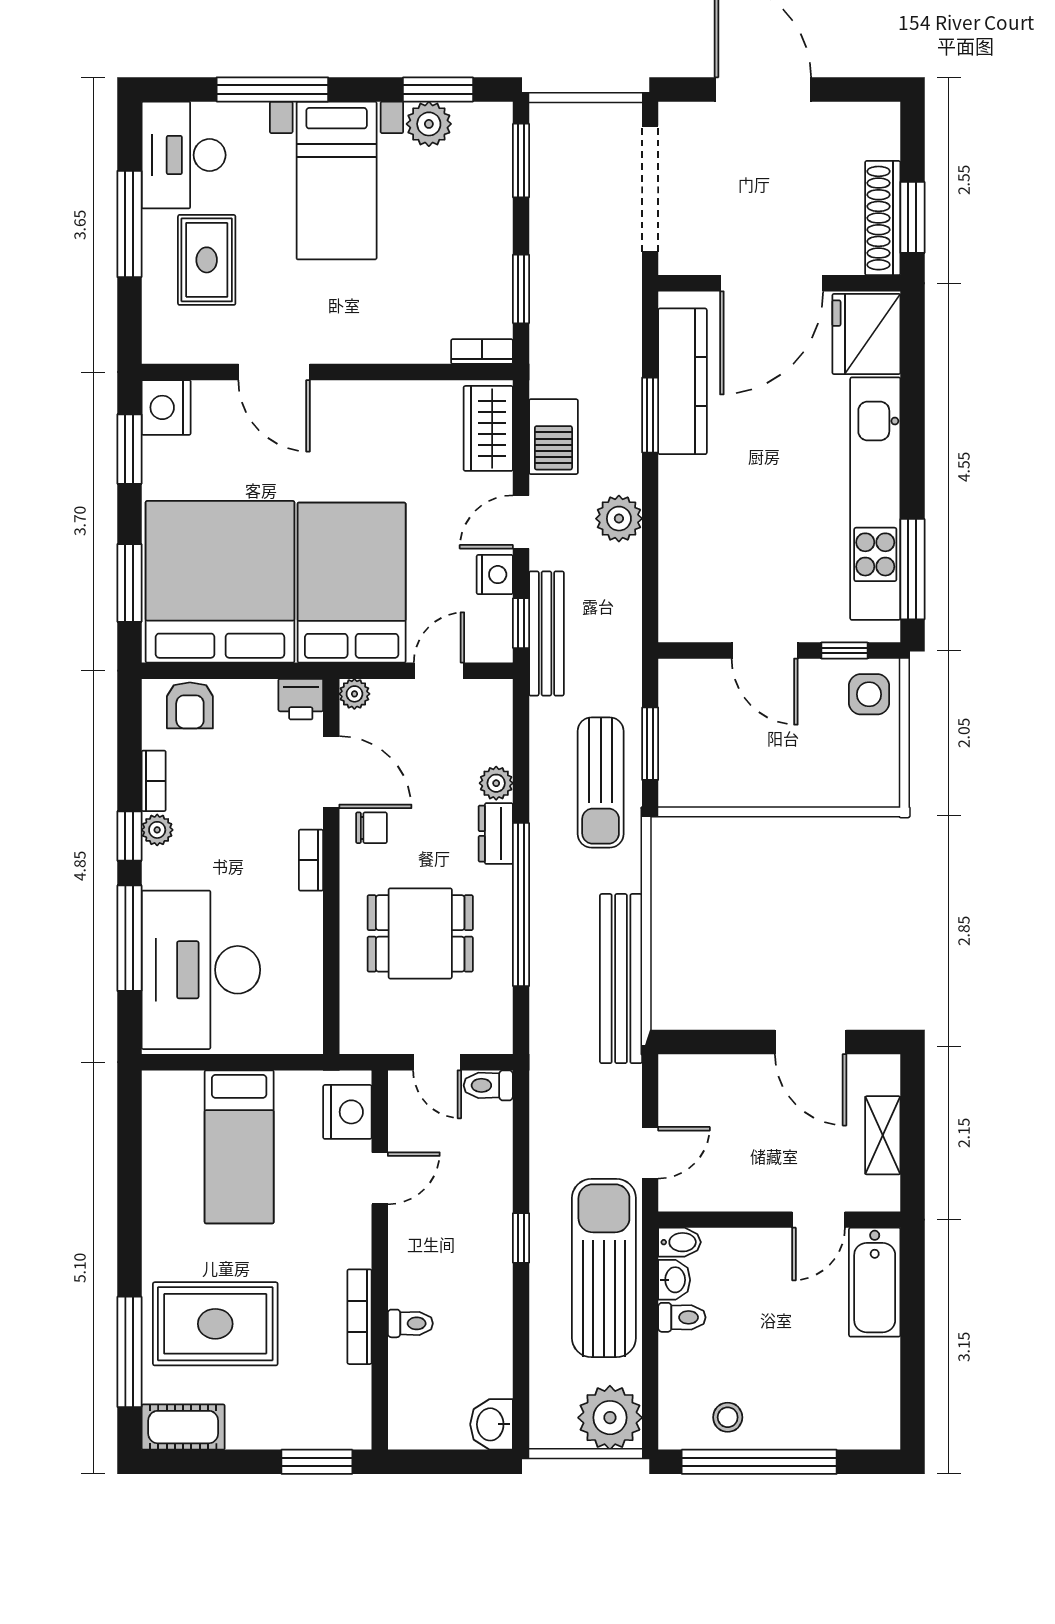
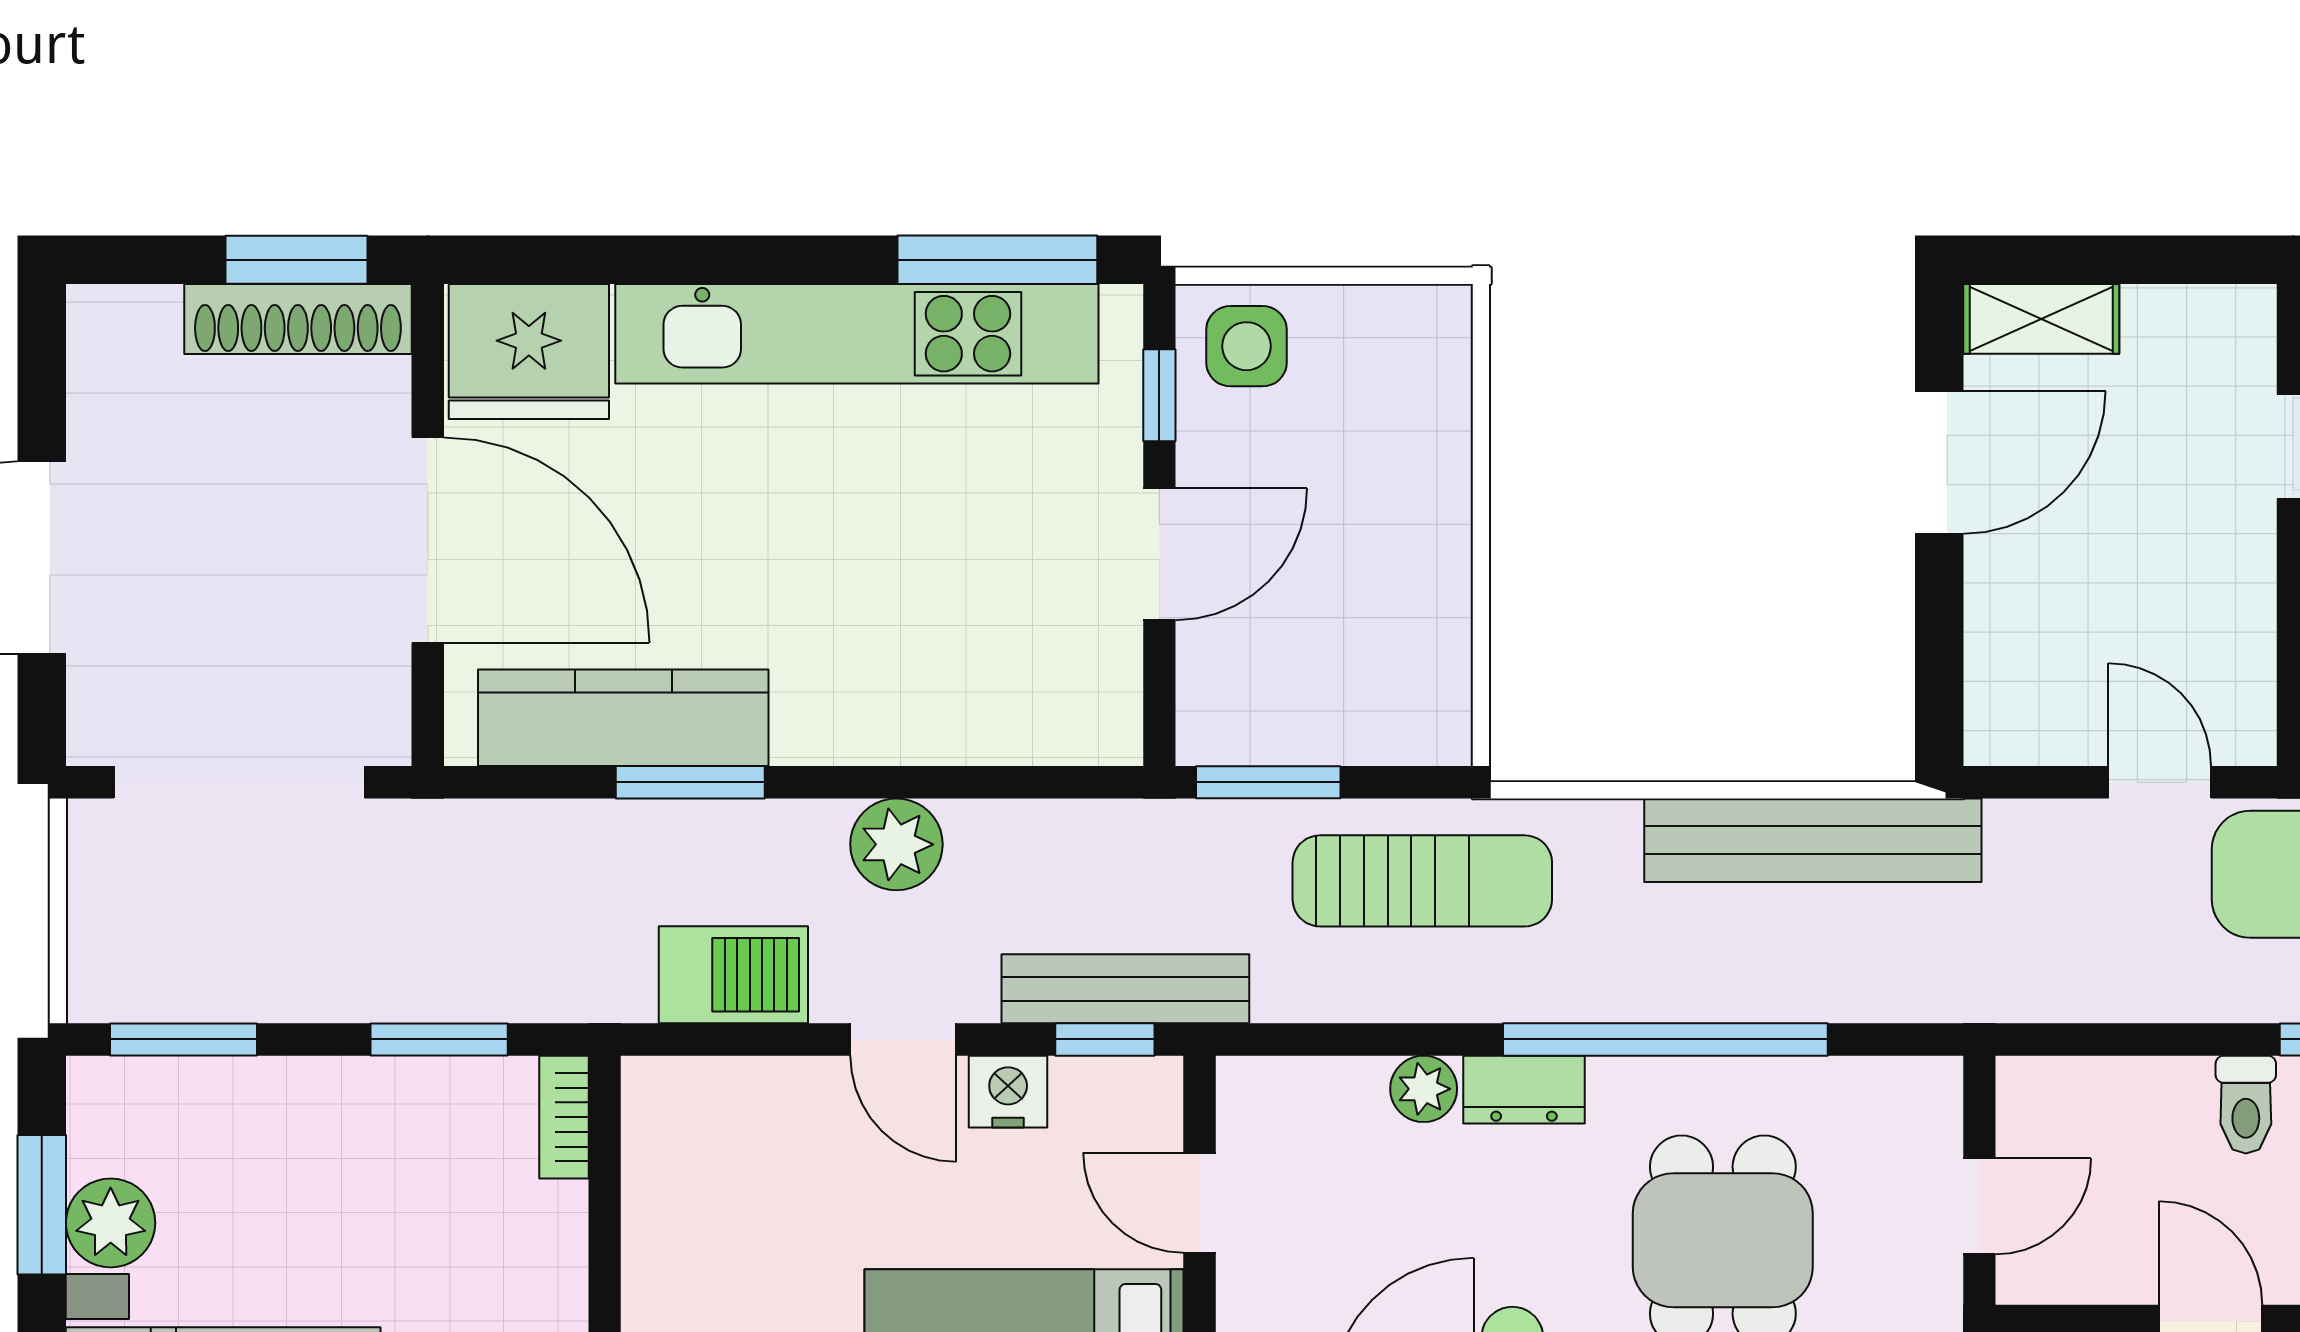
wardrobe: (488, 428) -> (717, 1105), removed
window: (650, 744) -> (1268, 782), moved
toilet: (488, 1085) -> (2246, 1105), moved
shelving: (883, 1135) -> (2041, 319), moved

